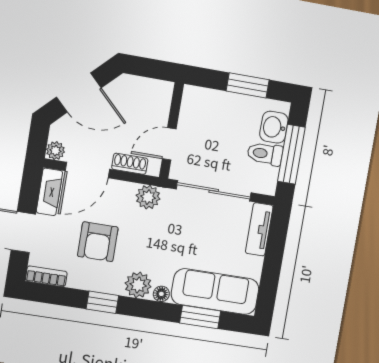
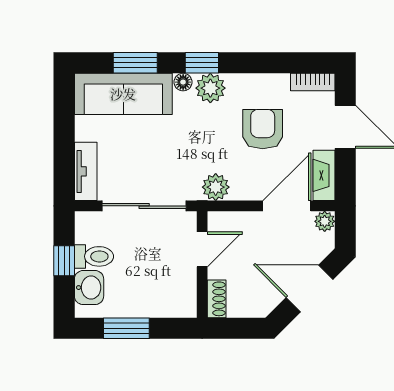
window: (291, 154) -> (64, 261), width x0.46
shoe rack: (130, 164) -> (217, 299), moved, turned -90
window: (102, 302) -> (202, 63), moved

